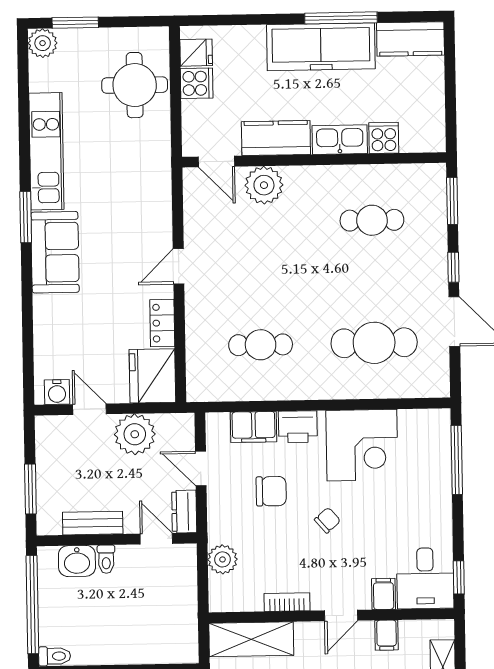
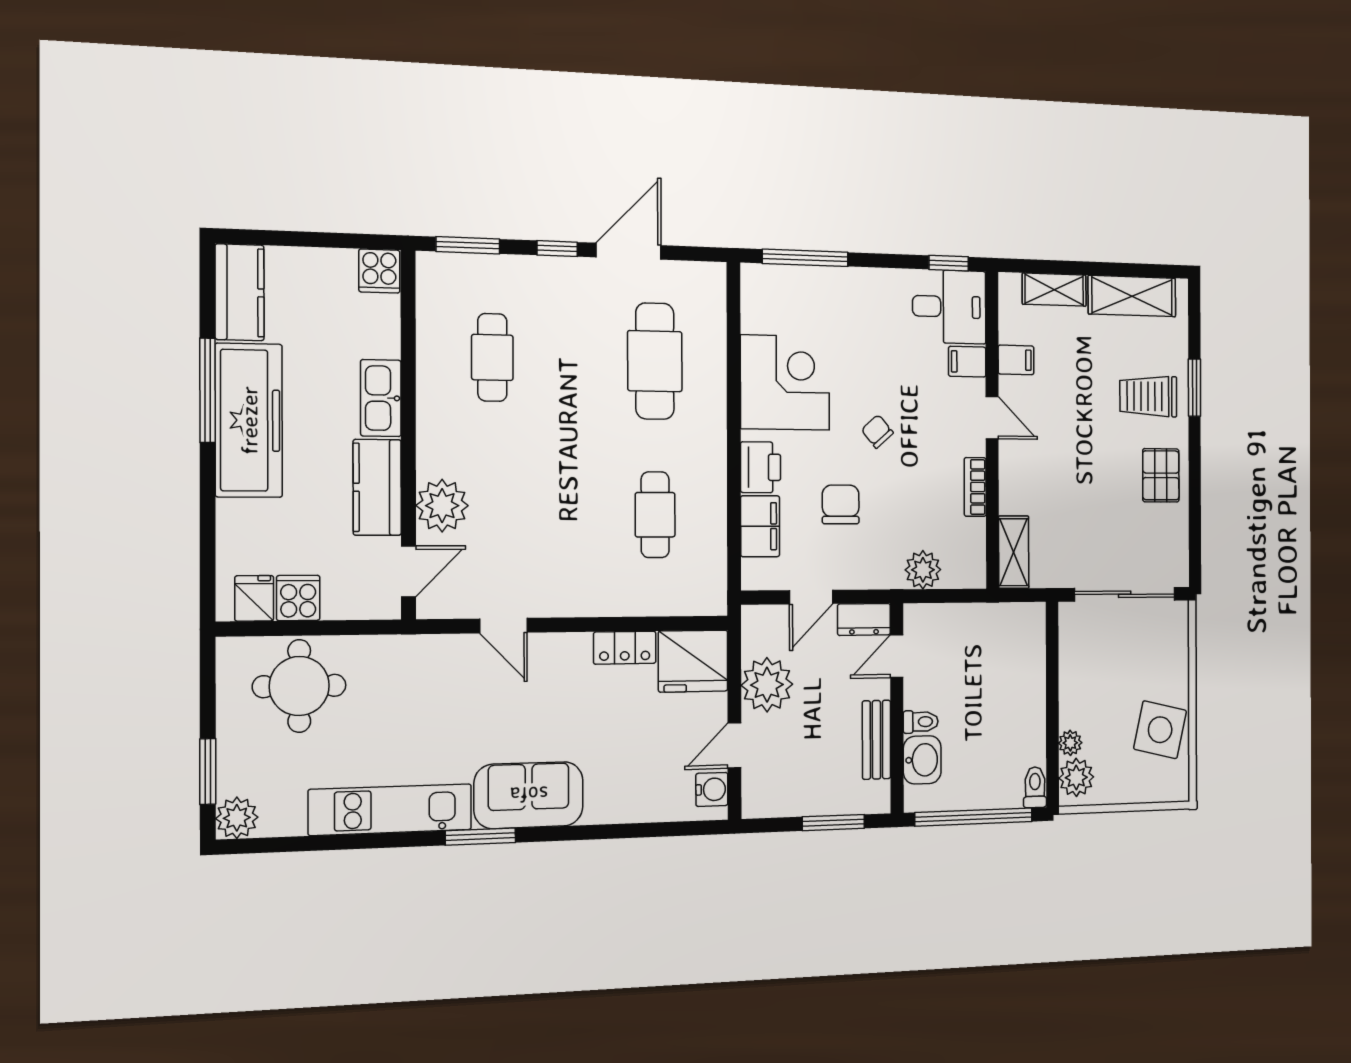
cooker: (384, 138) -> (379, 271), moved, turned -90
door: (179, 266) -> (503, 626), moved
shelving: (251, 639) -> (1014, 552), width x0.67, depth x0.75

